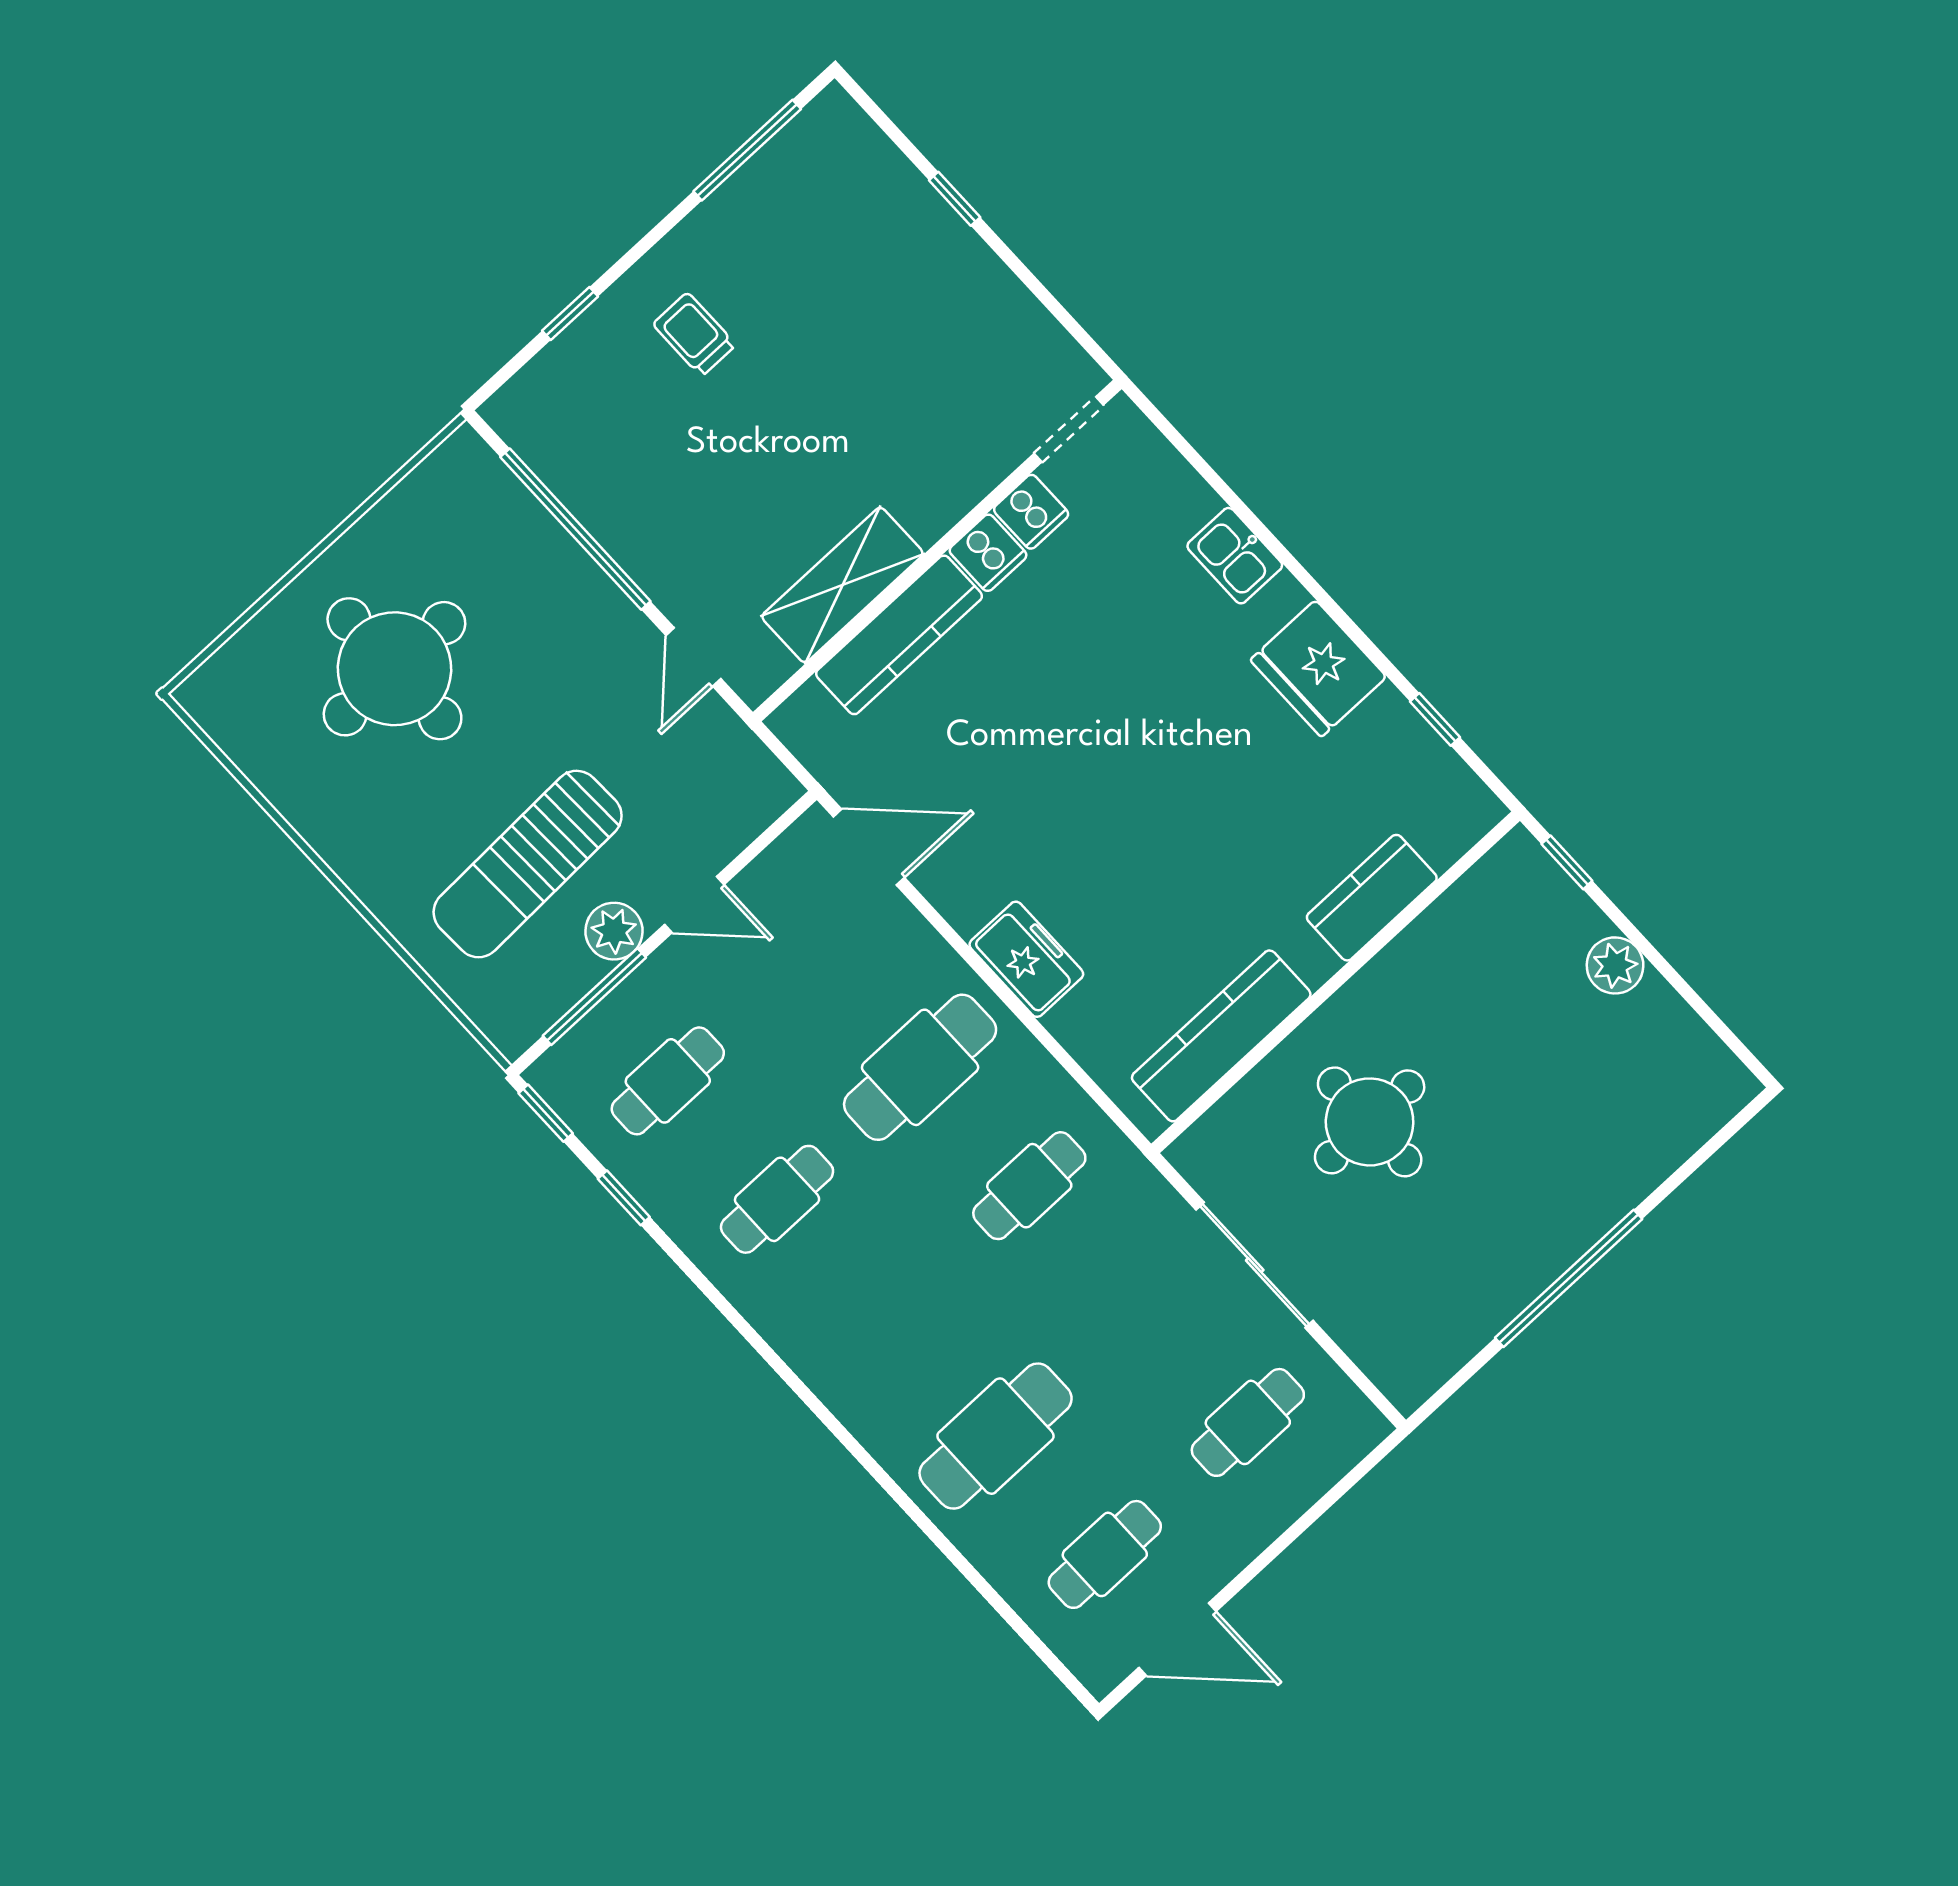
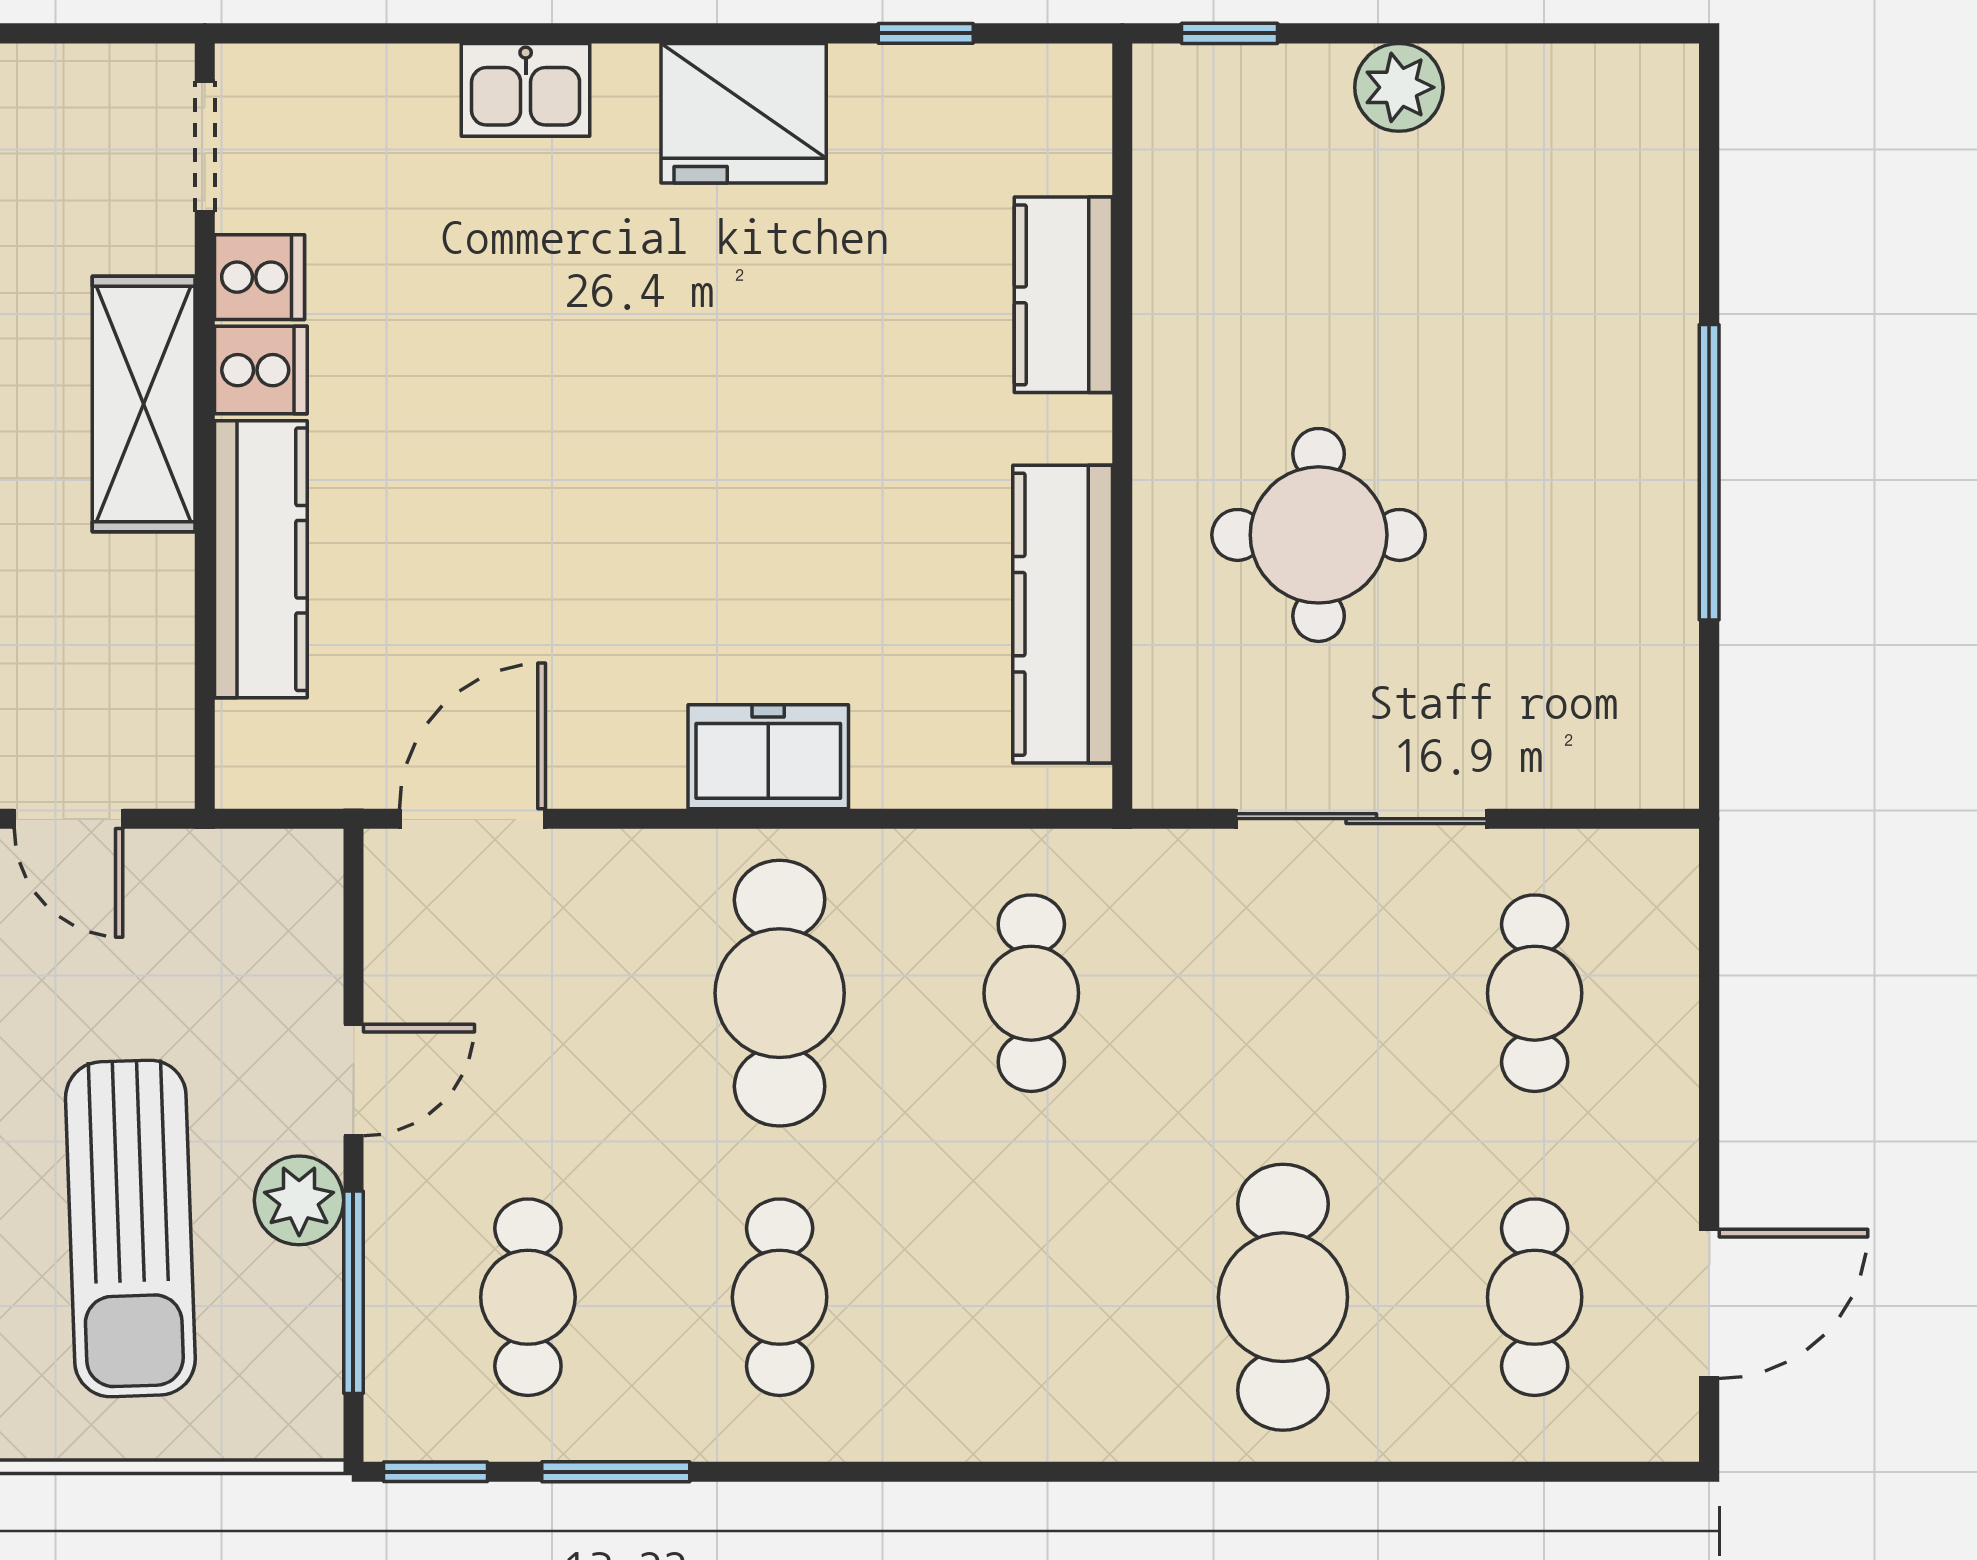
shelving: (842, 585) -> (144, 404), moved
window: (624, 1198) -> (616, 1472), width x1.50

